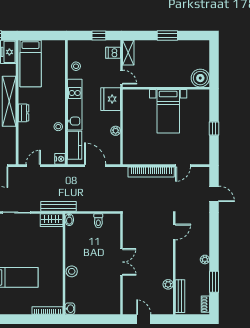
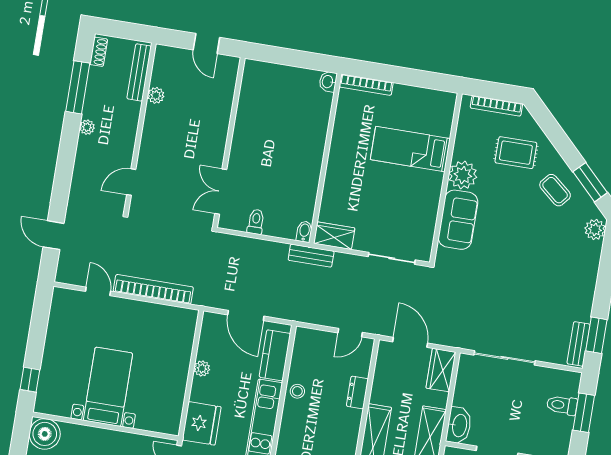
dresser: (23, 113) -> (357, 392), moved
window: (214, 128) -> (30, 380), moved
nightstand: (60, 159) -> (303, 336), removed
door: (183, 166) -> (98, 291), hinge flipped
bench: (58, 206) -> (311, 256), width x0.73
double door: (121, 262) -> (221, 192), moved
stool: (72, 271) -> (315, 144), removed
window: (214, 282) -> (78, 87), width x1.44

